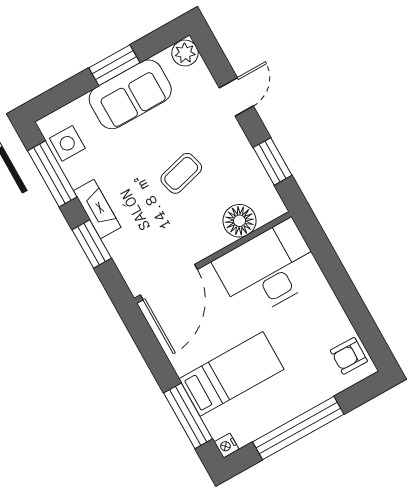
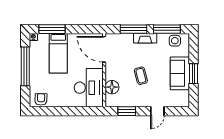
plant: (185, 53) -> (184, 102), removed
door: (236, 97) -> (157, 111), hinge flipped
window: (92, 244) -> (134, 29), width x1.44

